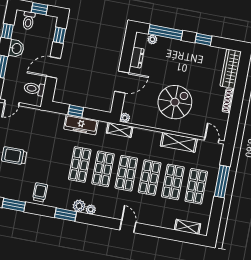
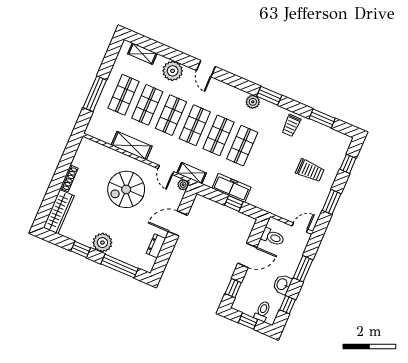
plant: (152, 39) -> (102, 243), moved, width x1.87, depth x1.87
door: (212, 140) -> (166, 170), moved
plant: (91, 209) -> (173, 71), moved, width x1.87, depth x1.87

